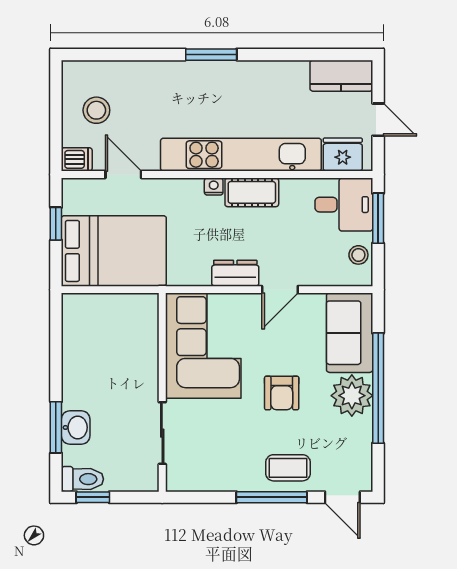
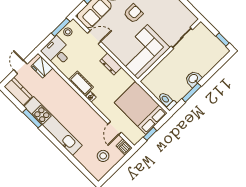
window: (211, 55) -> (32, 118), moved
kitchen unit: (241, 155) -> (53, 126), moved, turned 180
window: (378, 218) -> (61, 27), moved
door: (280, 290) -> (94, 37), moved
window: (56, 427) -> (192, 93), moved
washbasin: (76, 427) -> (193, 79), moved
toilet: (82, 479) -> (167, 101), moved

